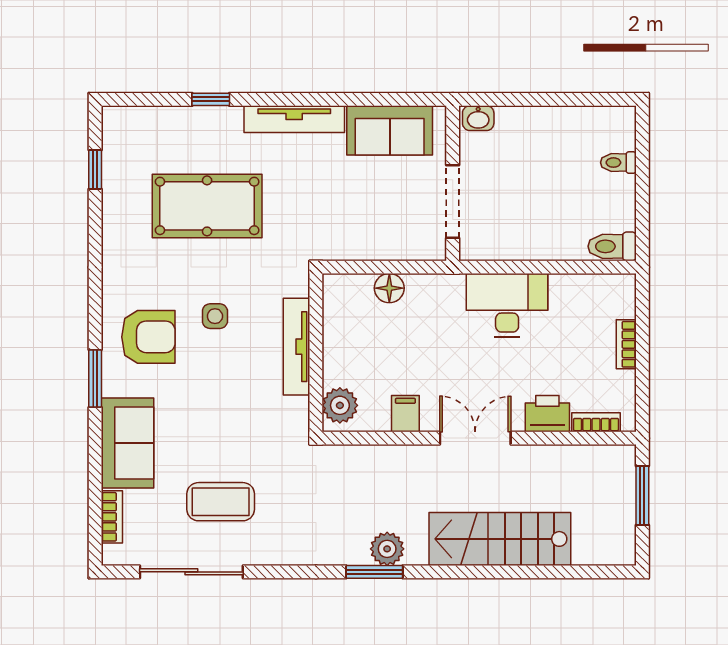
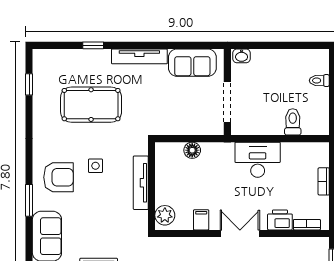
toilet: (612, 246) -> (293, 122), moved, turned 90

